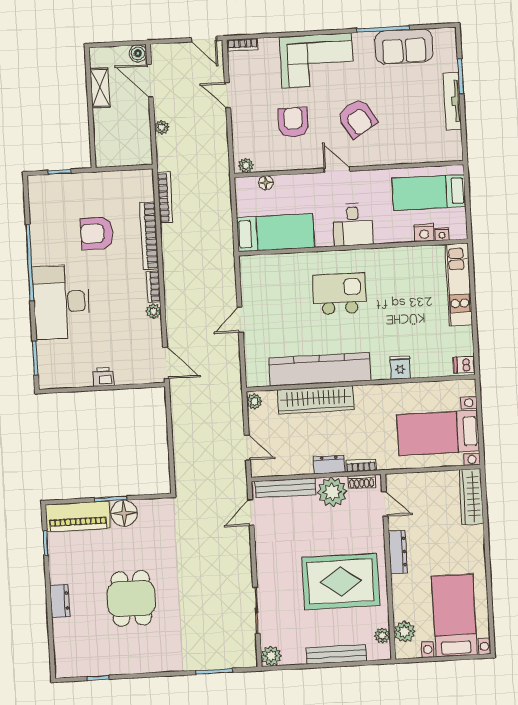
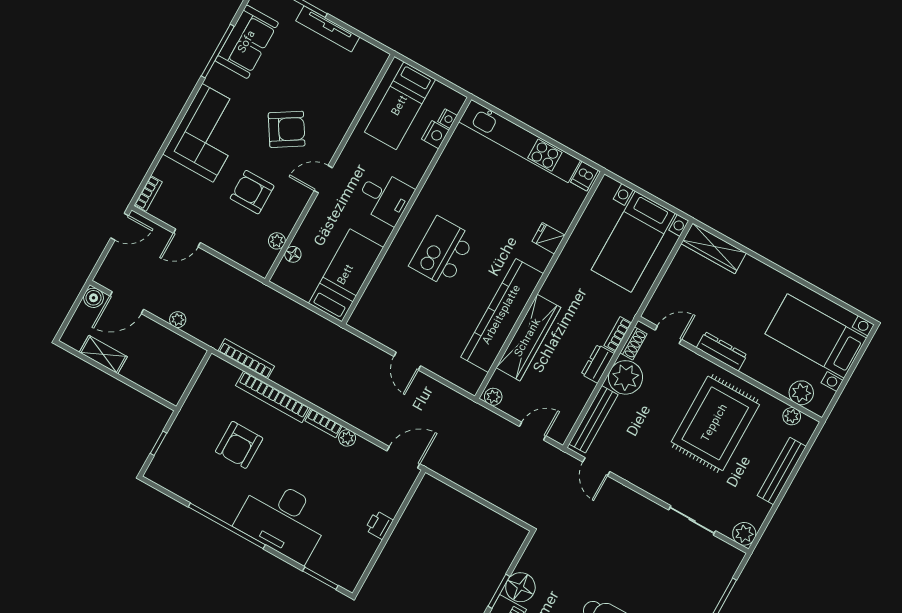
plant: (246, 165) -> (277, 241), moved
kitchen unit: (459, 284) -> (520, 141), width x1.36

